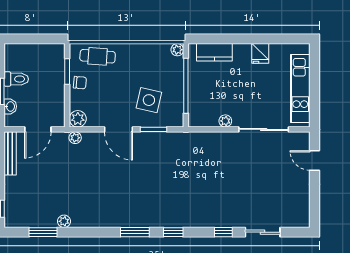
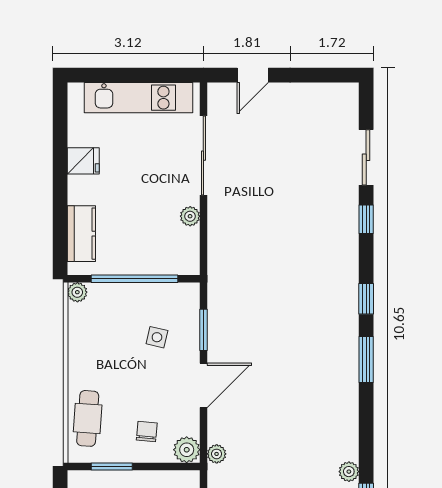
chair: (80, 83) -> (147, 431), moved
side table: (149, 100) -> (157, 337), width x0.54, depth x0.54

